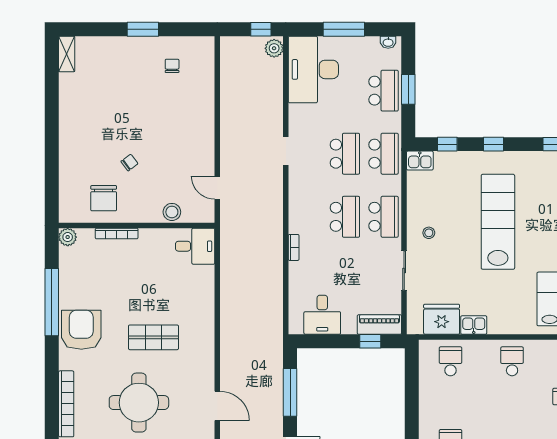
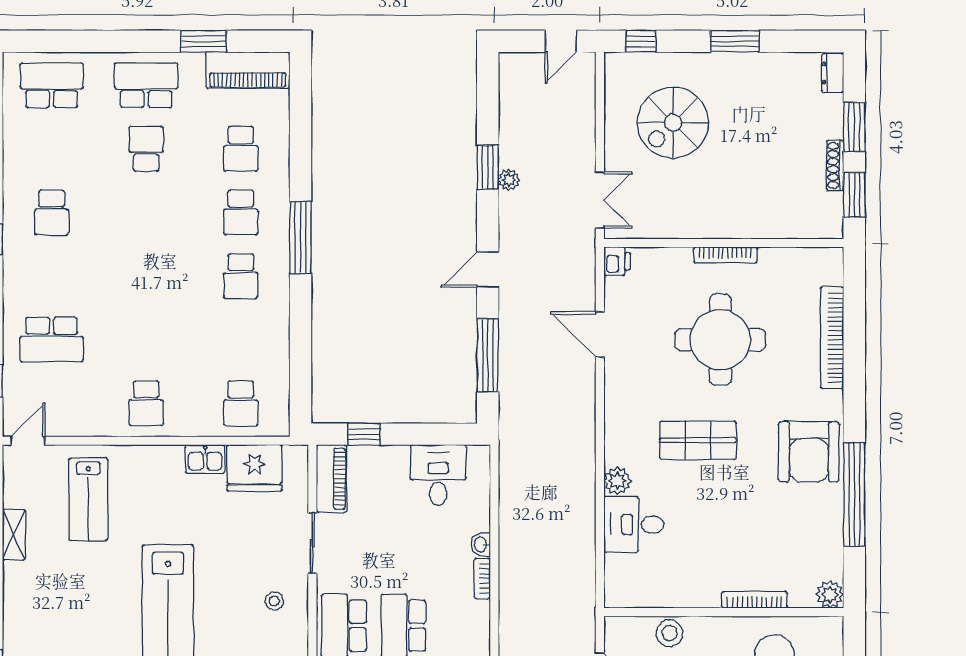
desk: (195, 246) -> (634, 525), moved
washbasin: (294, 270) -> (481, 545), added
plant: (206, 311) -> (617, 481), added
piano: (379, 325) -> (331, 479), moved, turned -90

